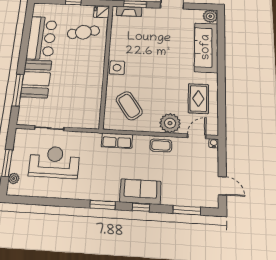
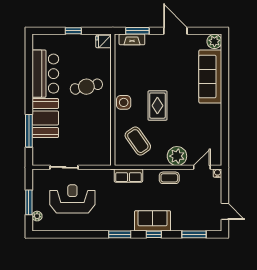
cafe table: (83, 32) -> (86, 87), moved
rug: (198, 99) -> (157, 106), moved

